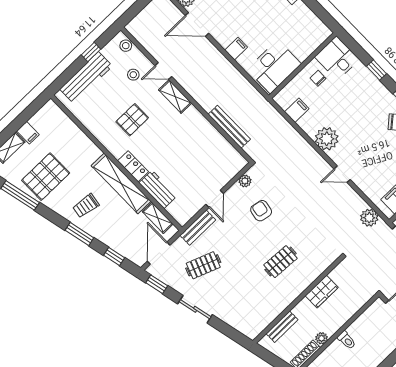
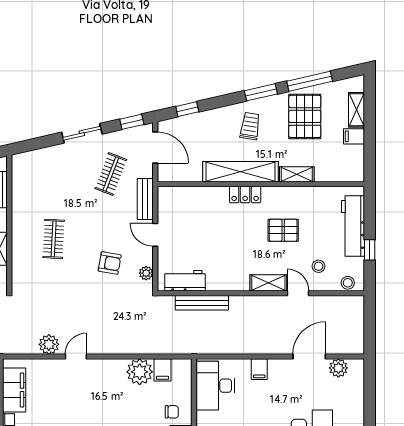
door: (163, 71) -> (298, 293), hinge flipped
pallet: (132, 120) -> (283, 230), turned 90
plant: (327, 139) -> (140, 372), moved
workbench: (158, 189) -> (185, 281), moved, turned 180
shelving: (158, 218) -> (297, 174), moved
plant: (369, 218) -> (49, 344), moved
window: (79, 234) -> (261, 92), moved

